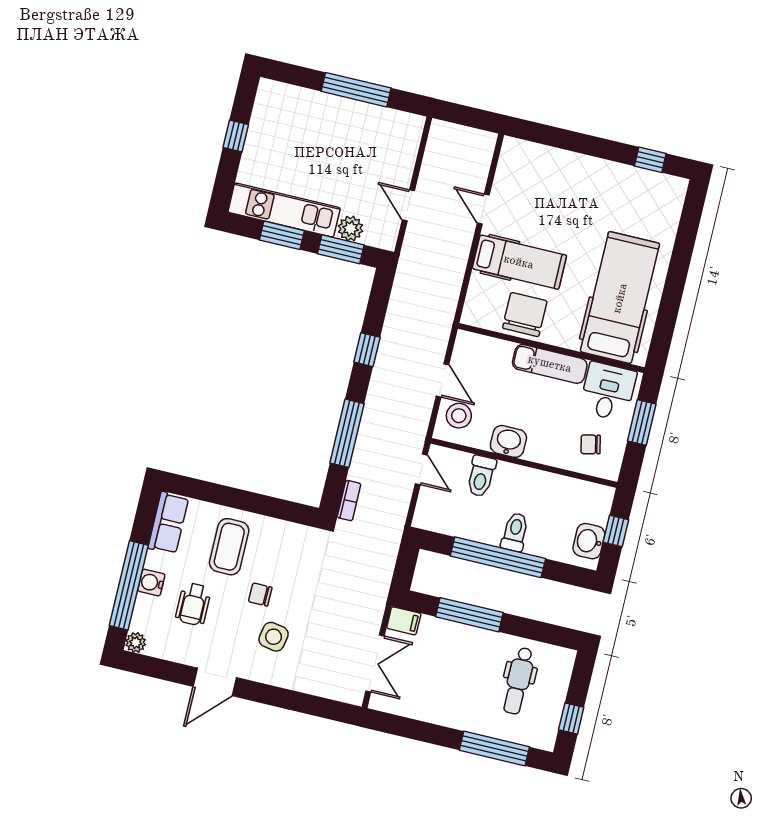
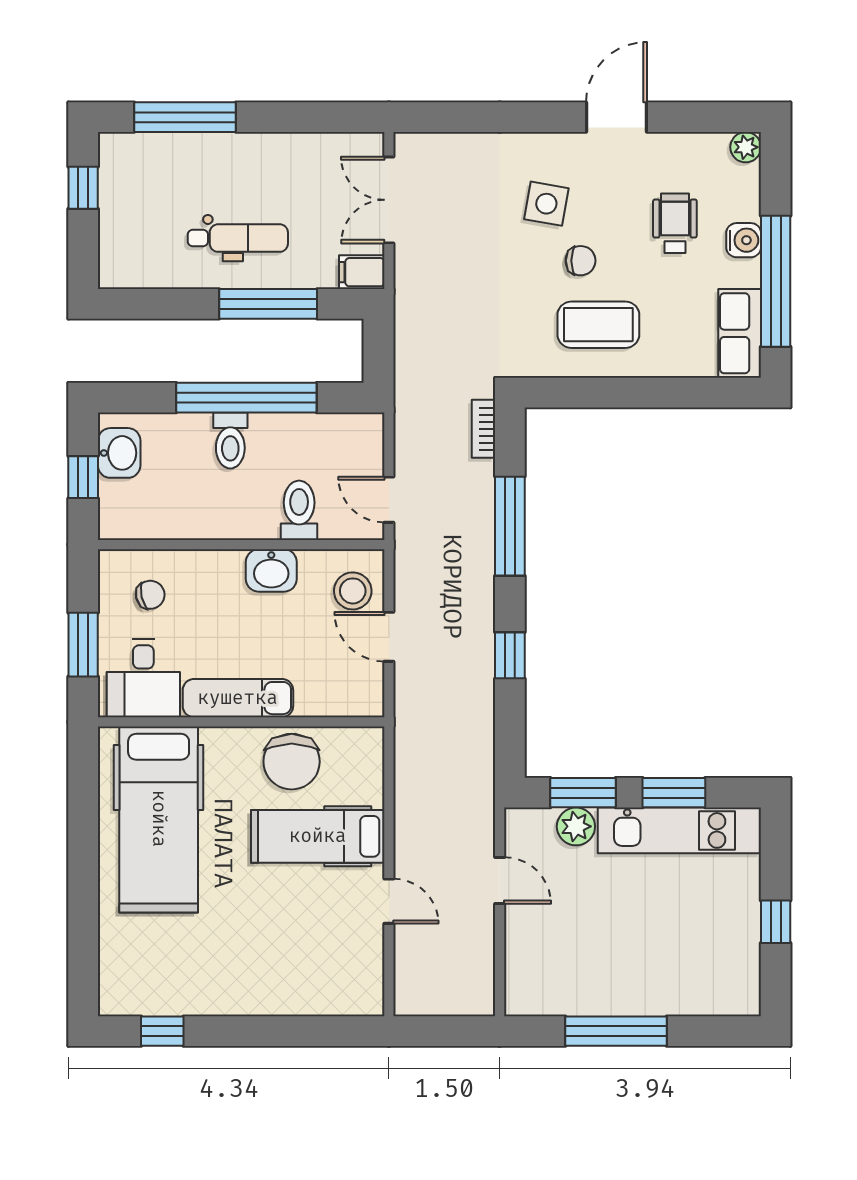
coffee table: (229, 547) -> (598, 325), moved, turned 90
window: (129, 585) -> (776, 281), moved
dental chair: (518, 681) -> (238, 238), moved, turned 90

